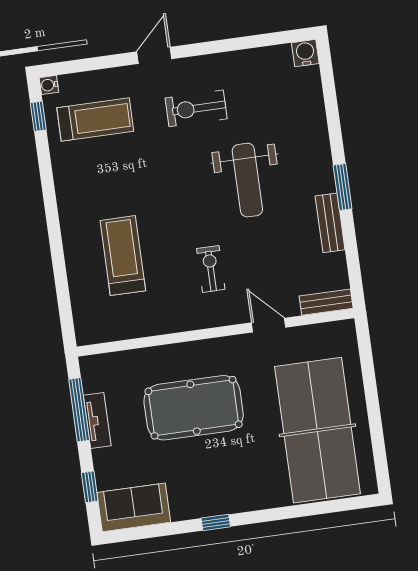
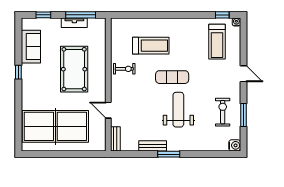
window: (240, 43) -> (244, 115), added
exercise bike: (196, 108) -> (223, 112), moved
weight bench: (247, 180) -> (178, 110), turned 90
exercise mat: (182, 202) -> (172, 77), added
exercise bike: (211, 269) -> (124, 69), moved
door: (269, 325) -> (108, 110), swing flipped
sofa: (134, 507) -> (31, 47), moved

